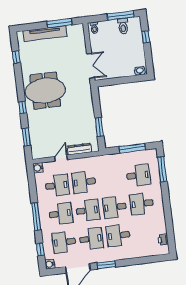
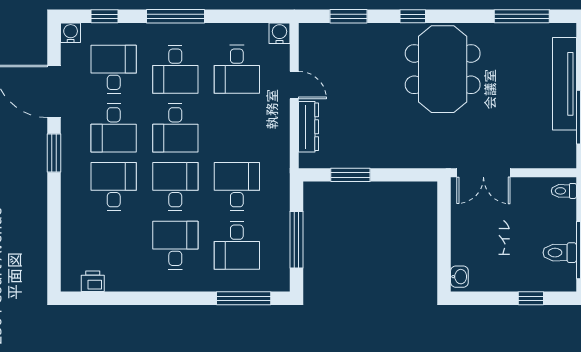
window: (16, 57) -> (522, 16), width x2.17
desk: (84, 182) -> (237, 187), moved

